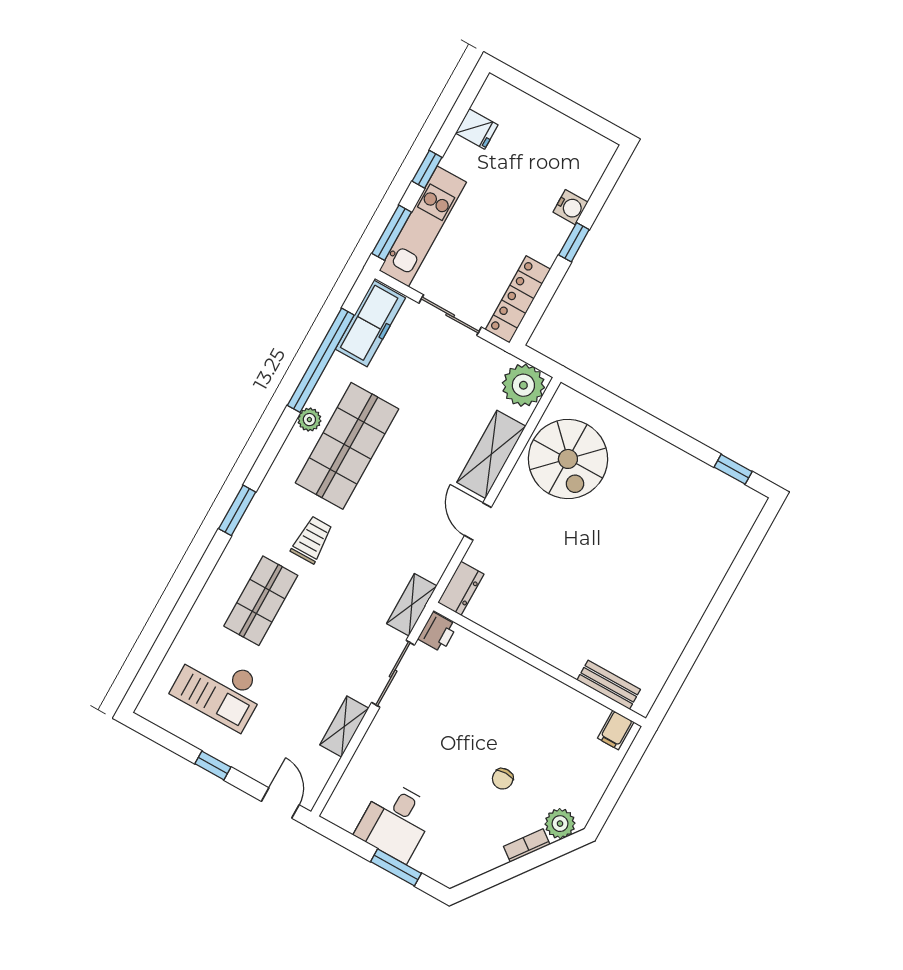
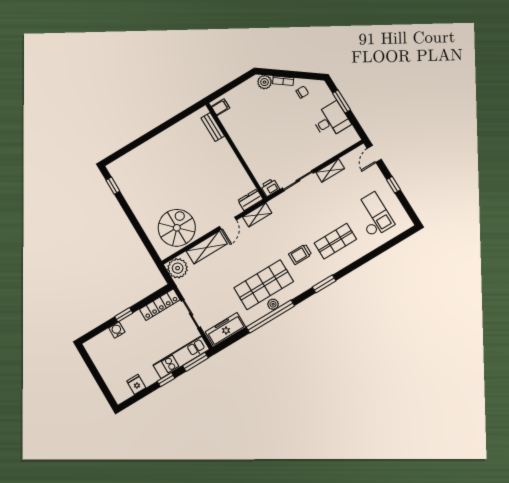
window: (321, 360) -> (270, 316), moved
shelving: (412, 605) -> (257, 215), moved
chair: (503, 779) -> (302, 92), moved

